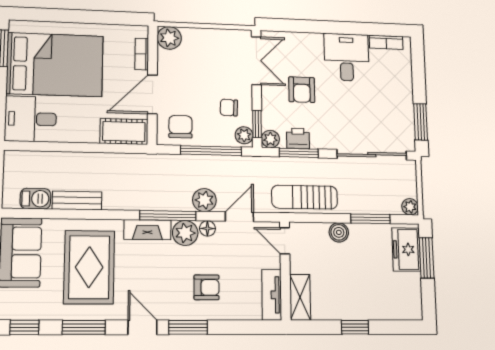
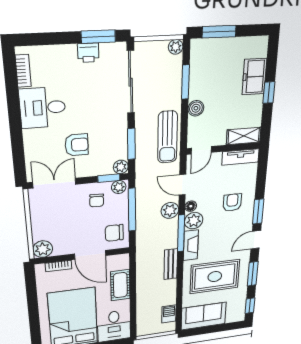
cot: (124, 131) -> (120, 285), moved
printer: (298, 138) -> (88, 53), moved, turned -90
bench: (77, 201) -> (171, 264), moved
freezer: (406, 249) -> (254, 77), moved, turned 90

